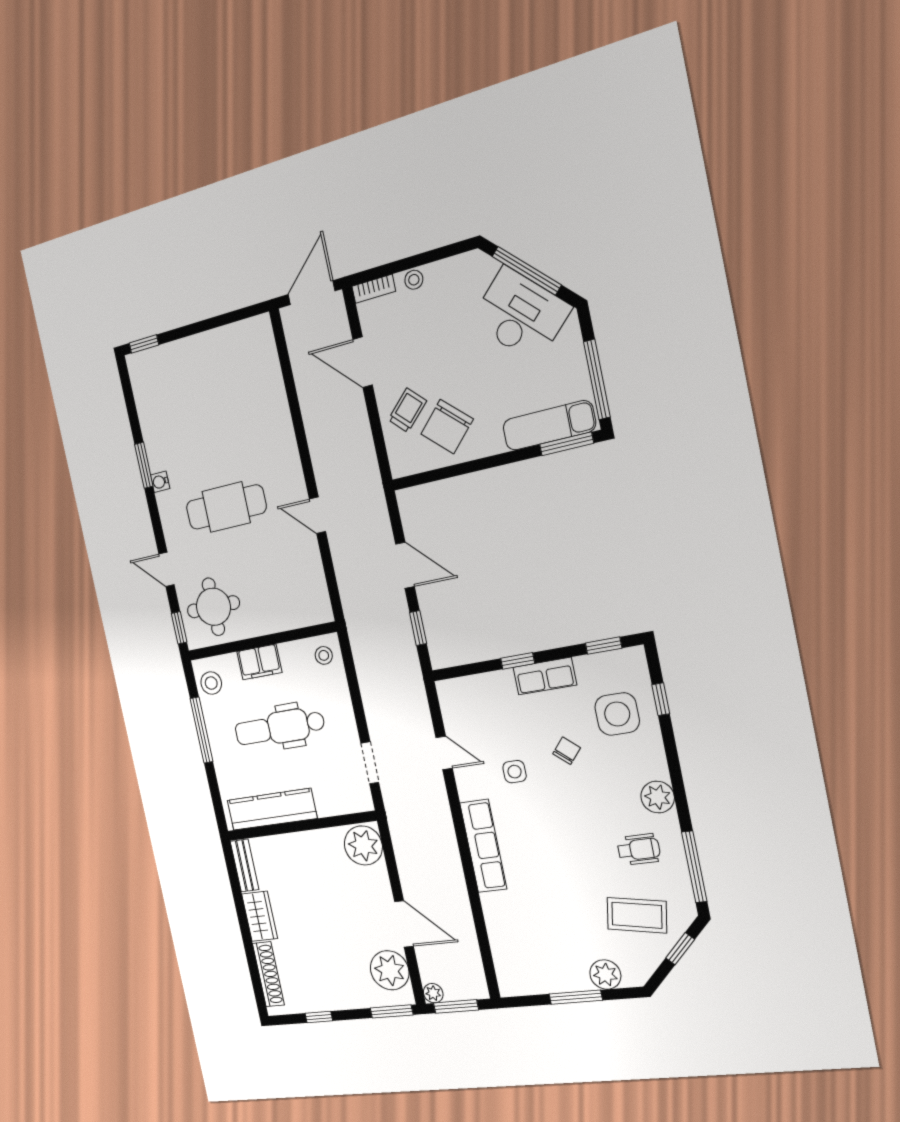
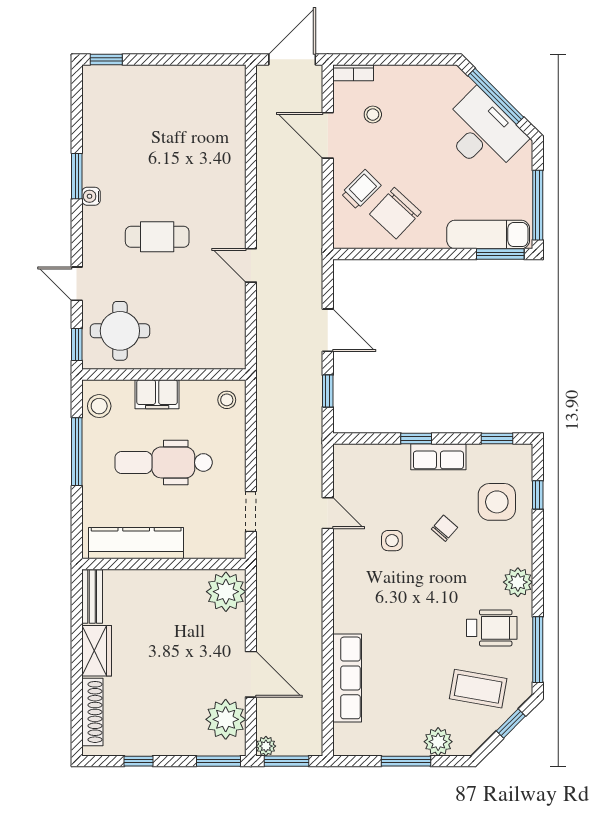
stool: (414, 280) -> (373, 115), moved
cafe table: (226, 507) -> (157, 237), width x0.73, depth x0.74
row of seats: (483, 846) -> (347, 678), moved
wheelchair: (639, 849) -> (492, 628), width x1.36, depth x1.37

